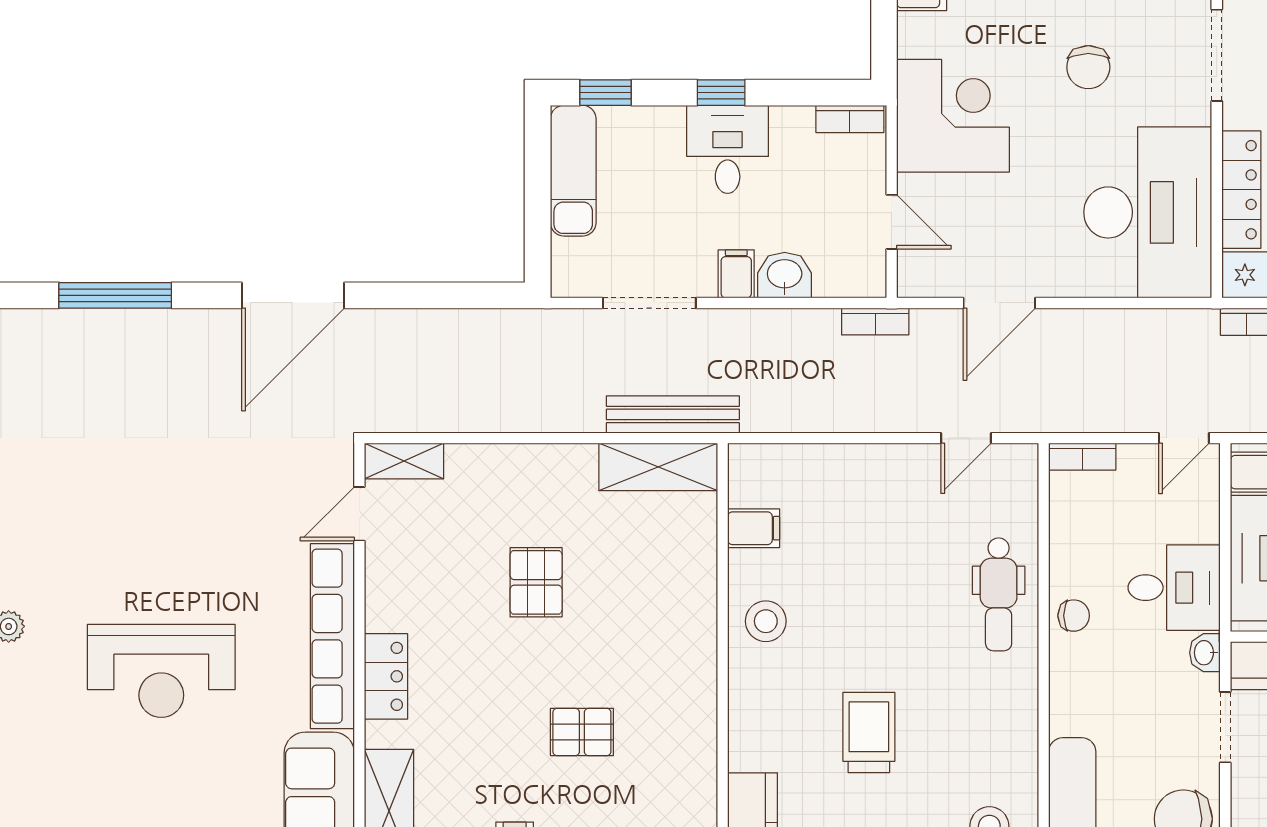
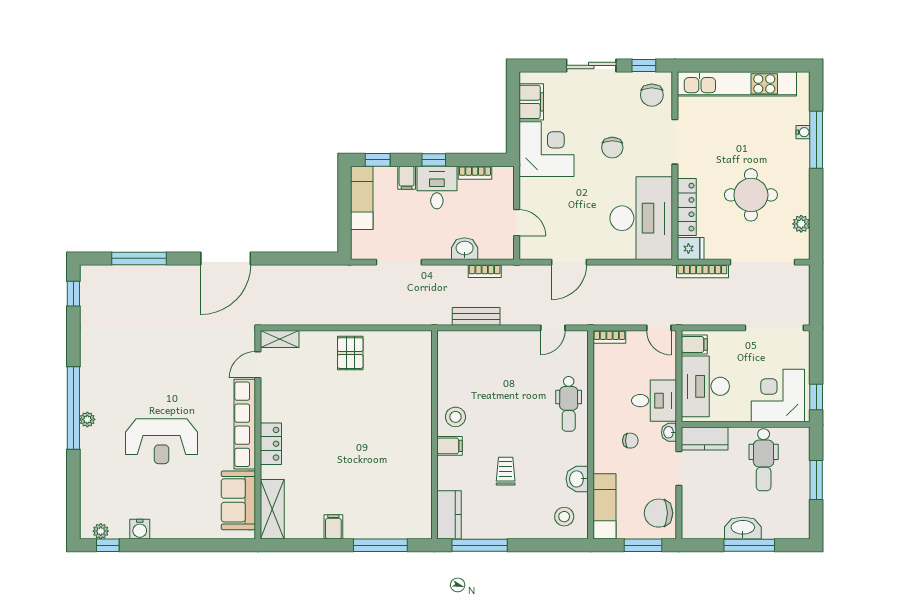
corner desk: (953, 116) -> (547, 149), moved
bookcase: (850, 119) -> (475, 173), moved
filing cabinet: (736, 274) -> (407, 178), moved, turned 180
bookcase: (875, 321) -> (485, 271), moved
bench: (673, 414) -> (476, 316), moved, width x0.73
door: (1184, 438) -> (659, 328), hinge flipped
shelving: (658, 467) -> (403, 342), removed
filing cabinet: (754, 528) -> (450, 446), moved
pallet: (536, 582) -> (350, 353), moved
chair: (1074, 616) -> (630, 441), moved
pallet: (582, 732) -> (366, 471), removed
trolley: (869, 732) -> (506, 471), width x0.73, depth x0.72
washbasin: (1016, 749) -> (577, 479), added

